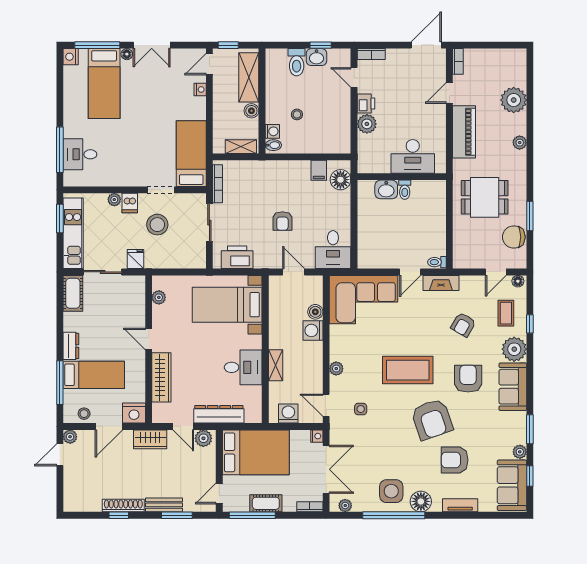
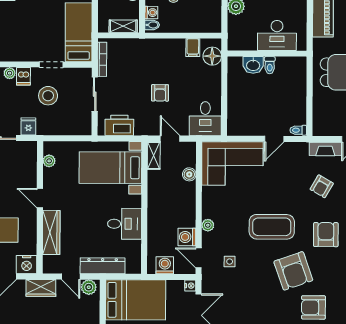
fireplace: (441, 283) -> (325, 149), moved
washing machine: (313, 330) -> (187, 237), moved
shelving: (276, 365) -> (154, 155), moved

